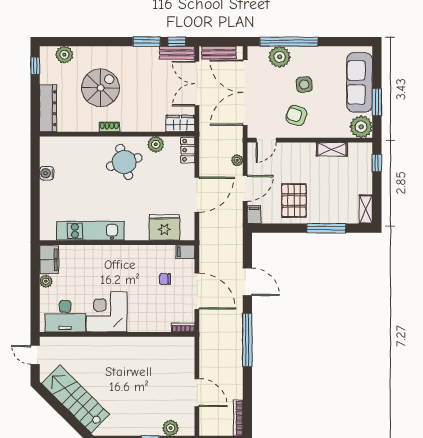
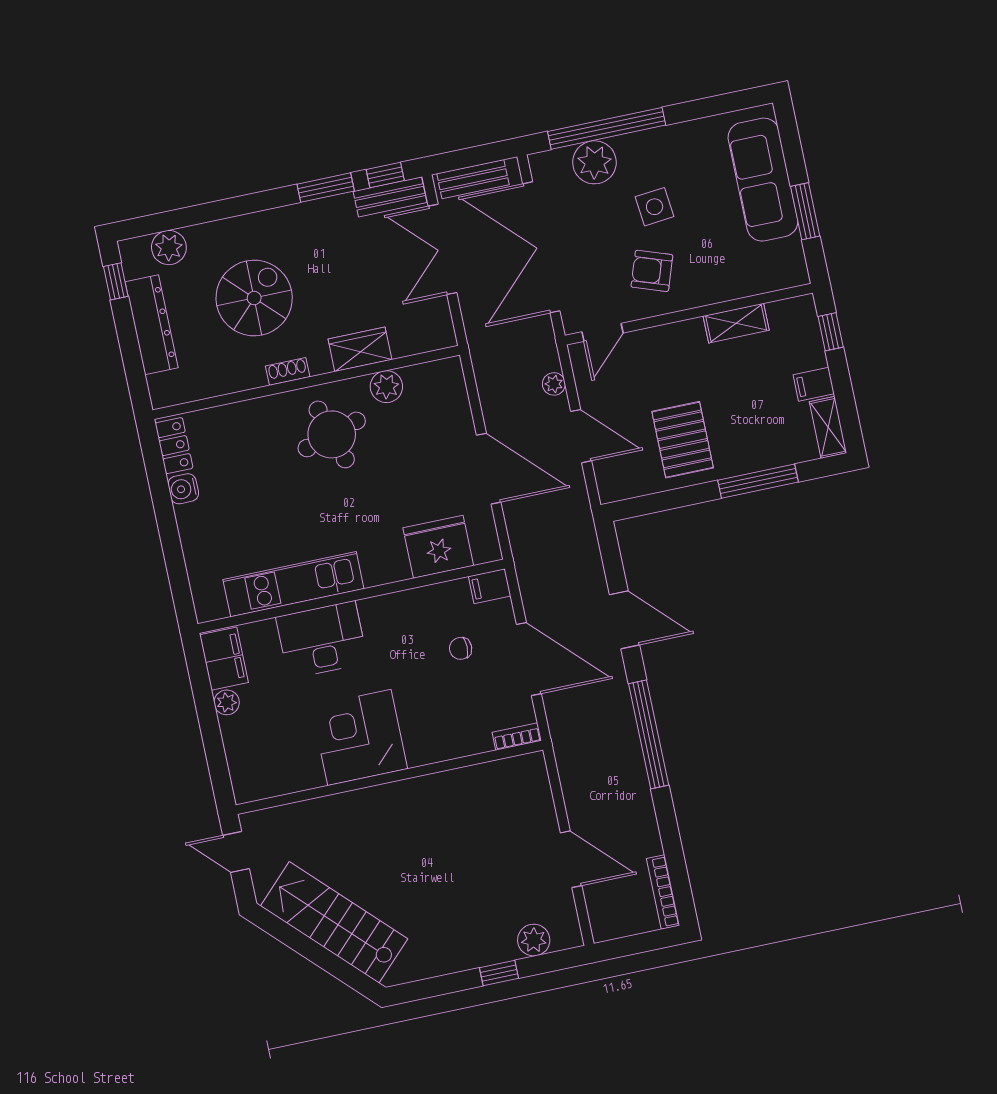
dresser: (48, 108) -> (152, 325), moved
wardrobe: (180, 124) -> (360, 349), moved
plant: (361, 127) -> (784, 266), removed
locker: (188, 150) -> (174, 446), moved, turned 180
door: (245, 188) -> (581, 436), hinge flipped
door: (197, 195) -> (489, 469), hinge flipped
filing cabinet: (254, 215) -> (814, 384), moved, turned -90
desk: (65, 316) -> (322, 640), moved, turned 180

